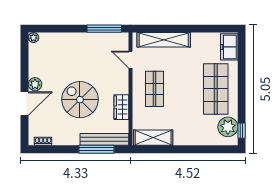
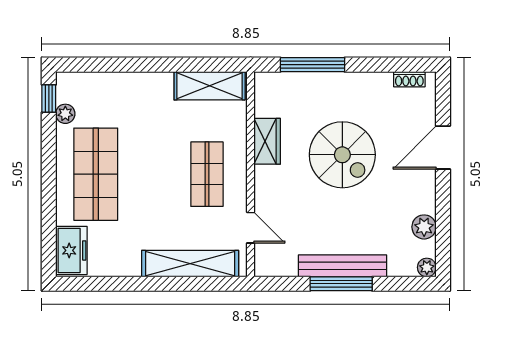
window: (104, 29) -> (341, 284), moved
plant: (35, 84) -> (424, 227), moved
plant: (228, 127) -> (65, 114), width x0.53, depth x0.53
bench: (104, 139) -> (342, 266), moved

